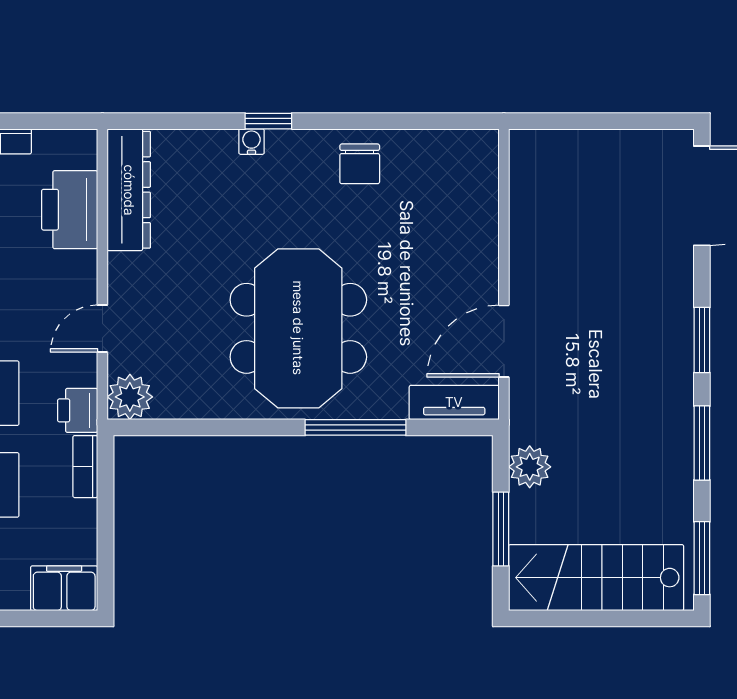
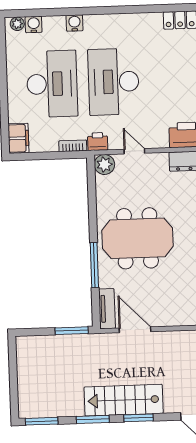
plant: (530, 467) -> (80, 343), removed
window: (501, 529) -> (72, 331), moved
stairs: (596, 578) -> (124, 400), moved, turned -90

